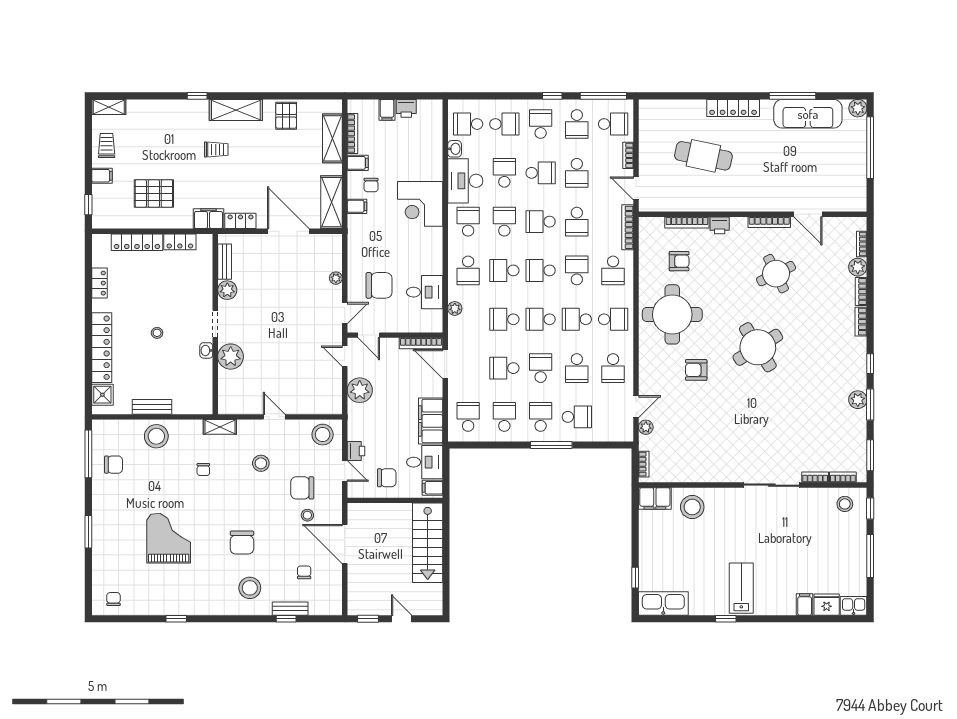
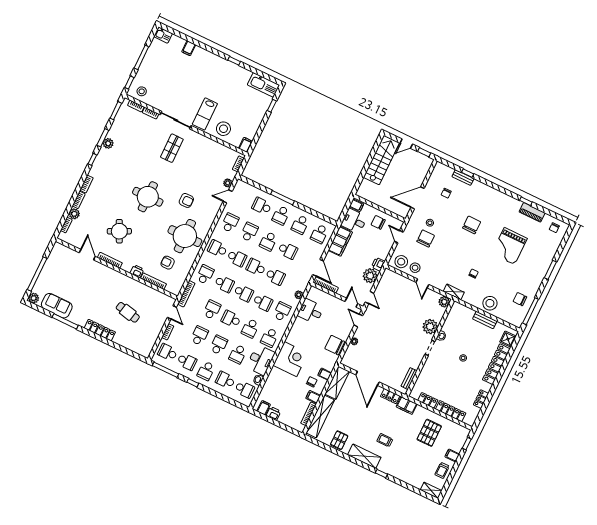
filing cabinet: (387, 110) -> (264, 408), moved
sofa: (808, 114) -> (57, 306), width x0.73
school desk: (577, 124) -> (187, 362), turned 90
shelving: (332, 138) -> (320, 416), width x1.47
cafe table: (703, 156) -> (128, 312), width x0.73, depth x0.74
school desk: (541, 173) -> (219, 345), turned 90
pallet: (154, 194) -> (429, 433), turned 90
school desk: (541, 222) -> (231, 319), turned 180
school desk: (577, 270) -> (224, 284), turned -90
chair: (379, 285) -> (335, 345), moved
plant: (227, 290) -> (444, 302), moved
door: (345, 313) -> (358, 320), hinge flipped
school desk: (541, 319) -> (256, 267), turned 180
round table: (758, 347) -> (148, 197), turned 32
shop shelf: (757, 439) -> (172, 148), added
printer: (356, 451) -> (378, 264), moved
stool: (261, 463) -> (415, 268), moved
chair: (302, 488) -> (426, 239), turned -90
filing cabinet: (655, 498) -> (245, 145), width x0.50
stairs: (428, 543) -> (381, 160), moved
door: (345, 544) -> (417, 198), swing flipped
stool: (250, 588) -> (479, 199), removed
lab bench: (741, 588) -> (205, 114), moved
fridge: (827, 605) -> (177, 43), removed
piano: (159, 606) -> (532, 212), added
door: (402, 619) -> (406, 144), hinge flipped

